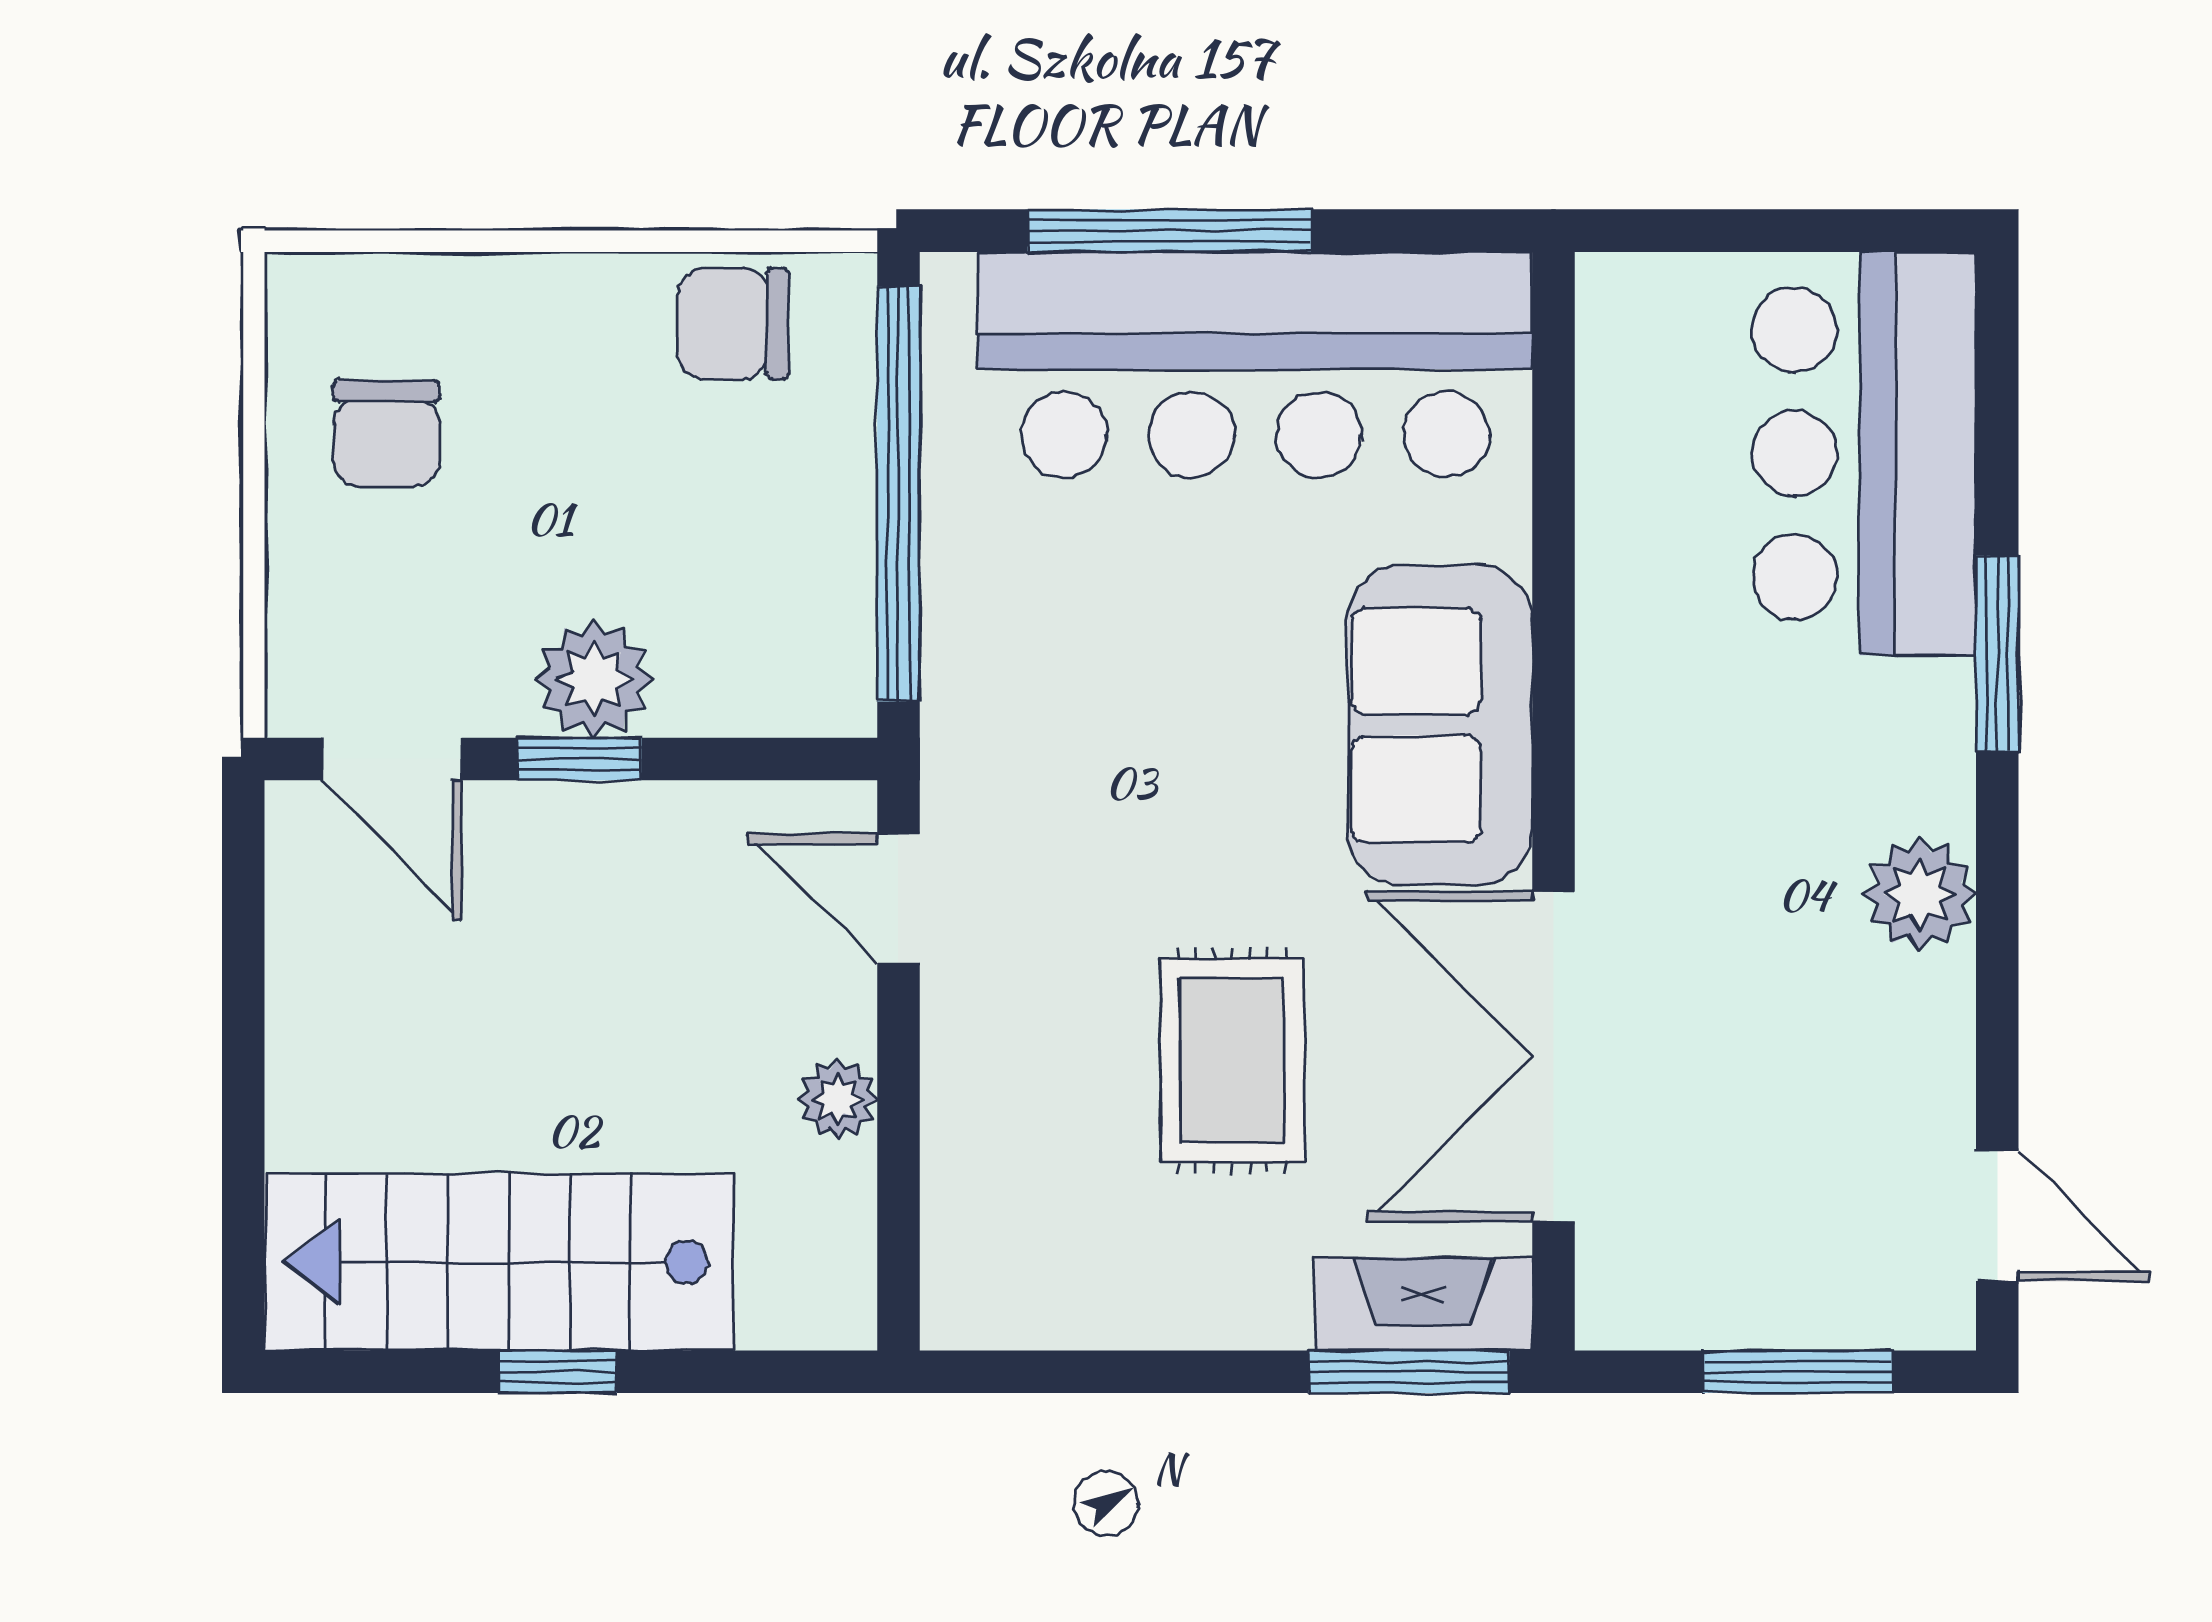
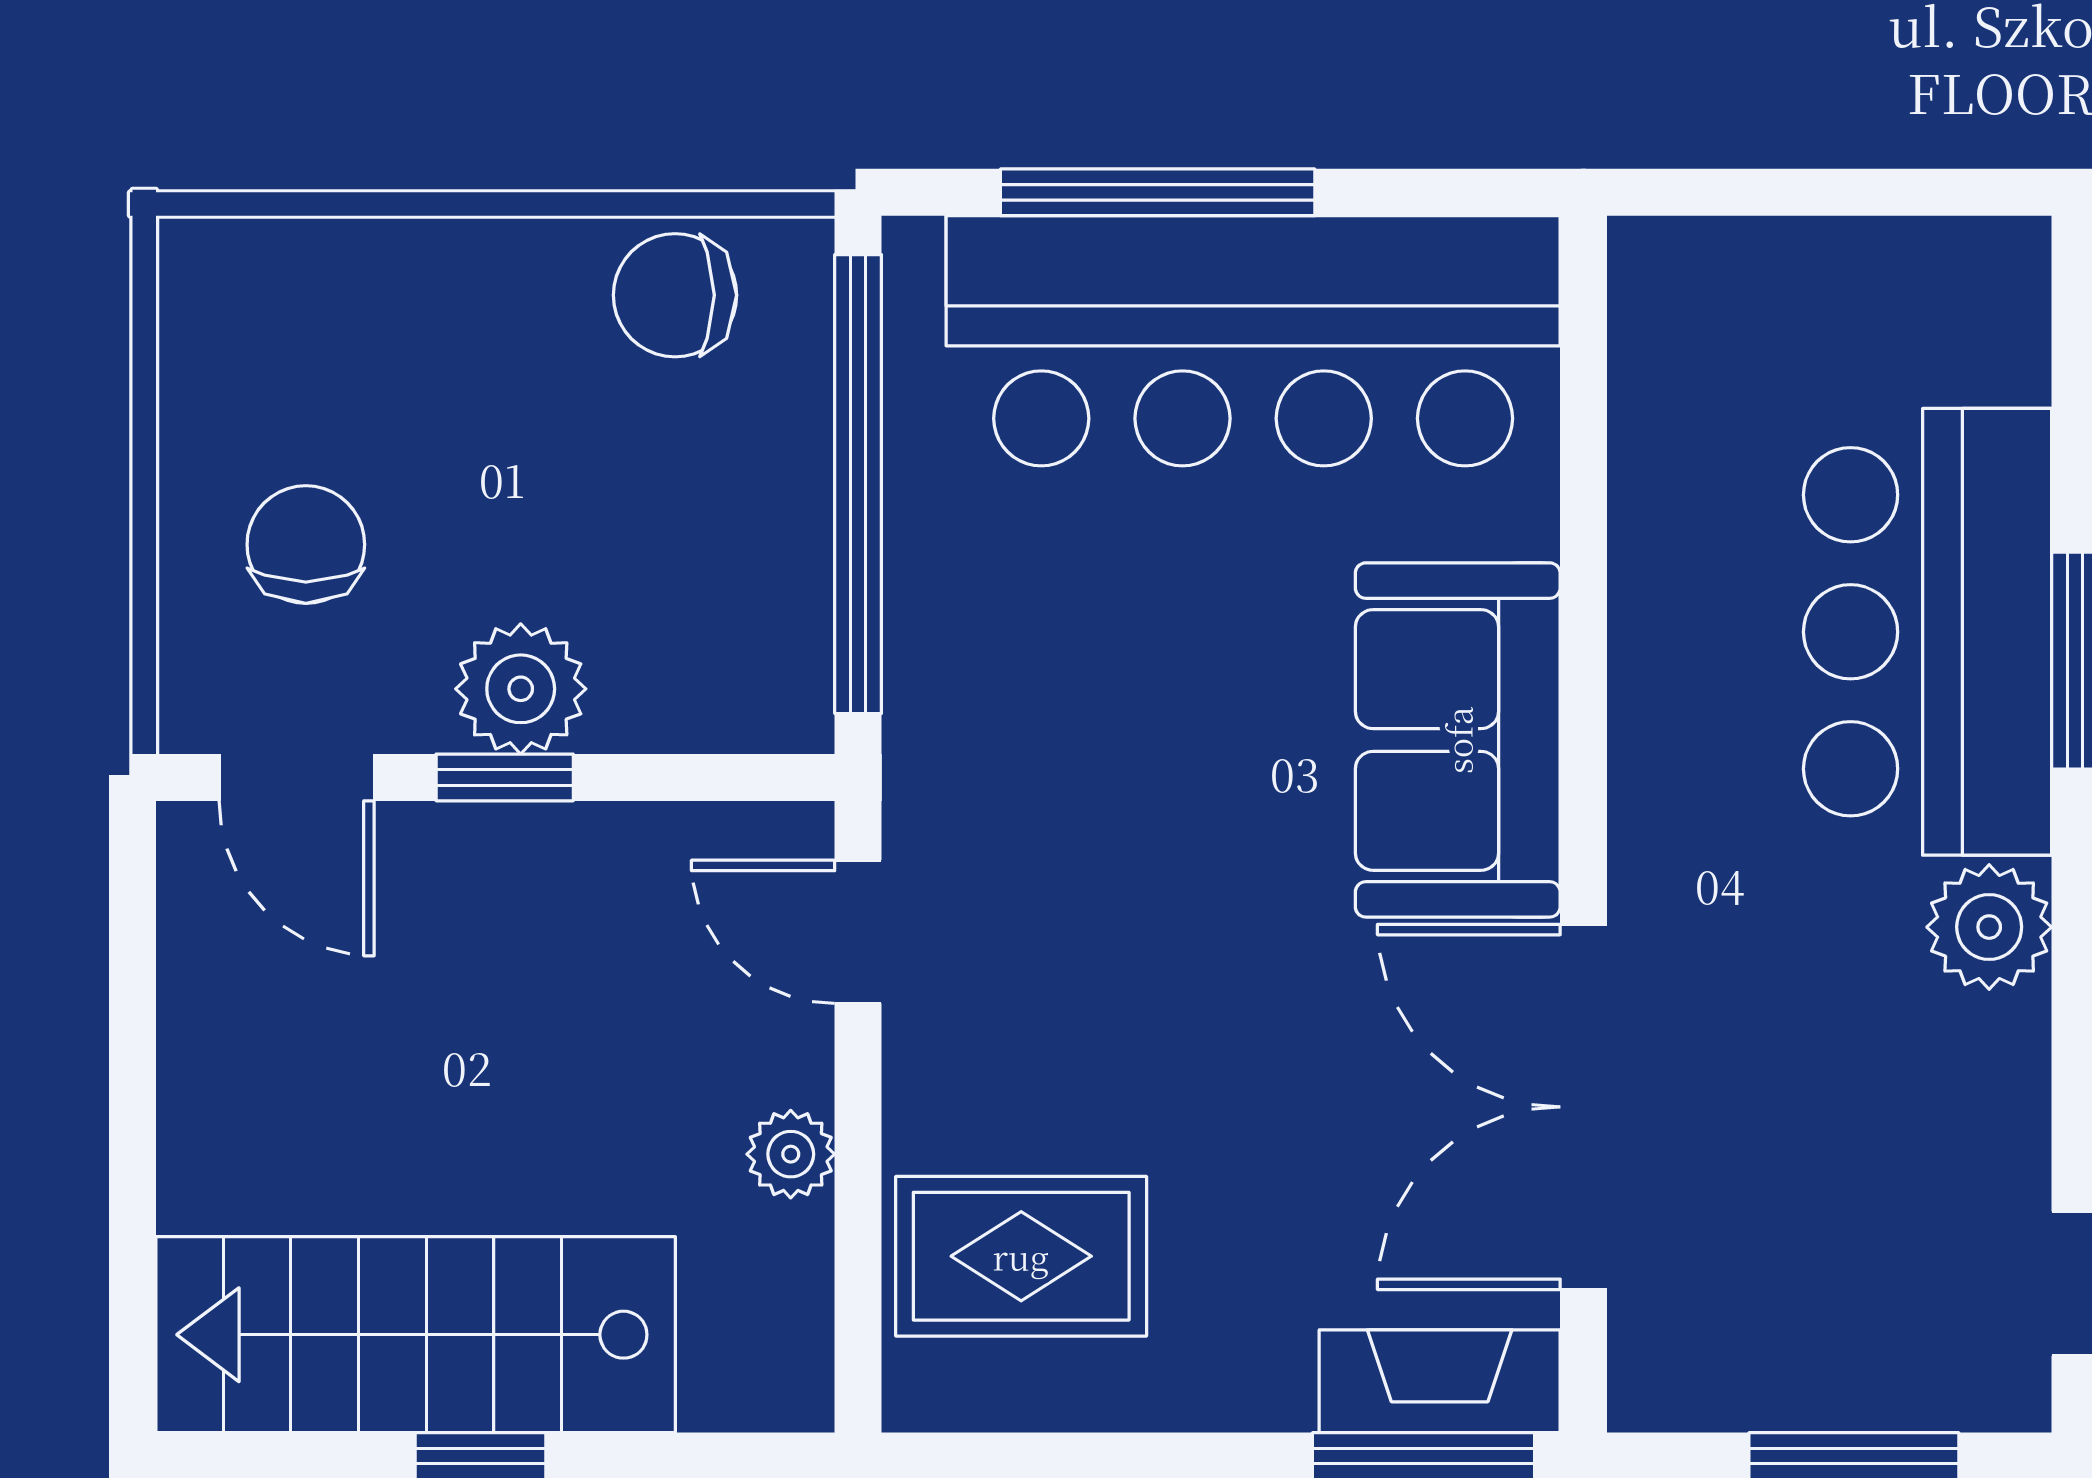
chair: (387, 433) -> (306, 545), moved, turned 180
bar counter: (1864, 453) -> (1928, 632), moved
rug: (1232, 1061) -> (1021, 1256), moved, turned 90

